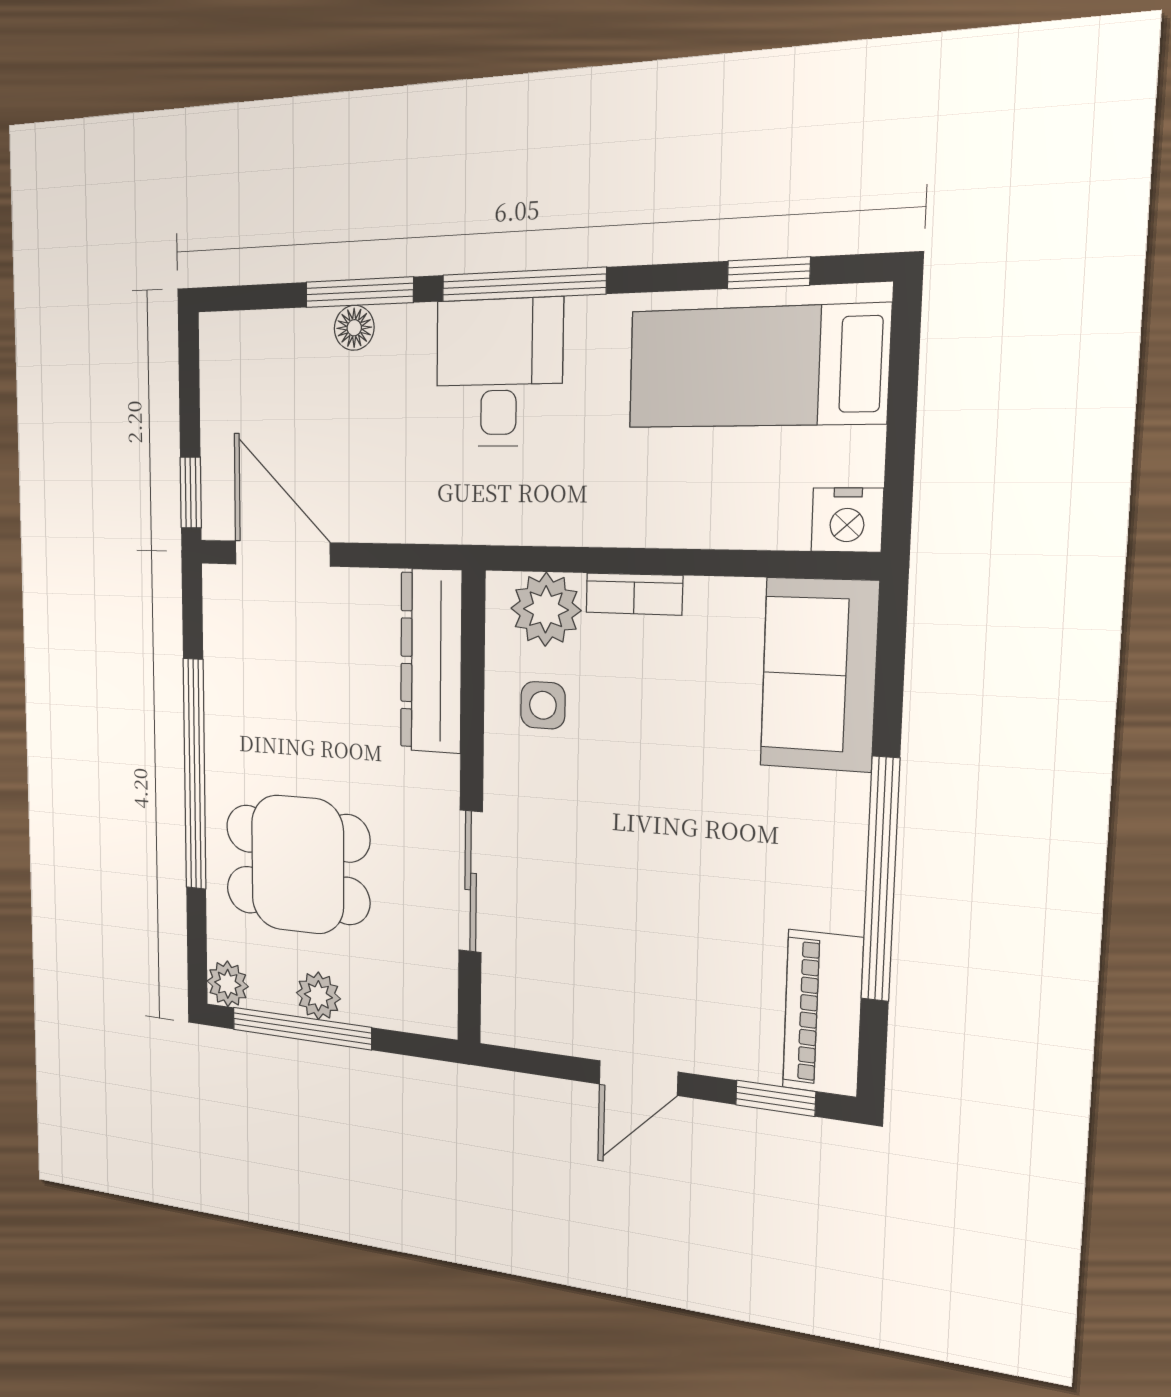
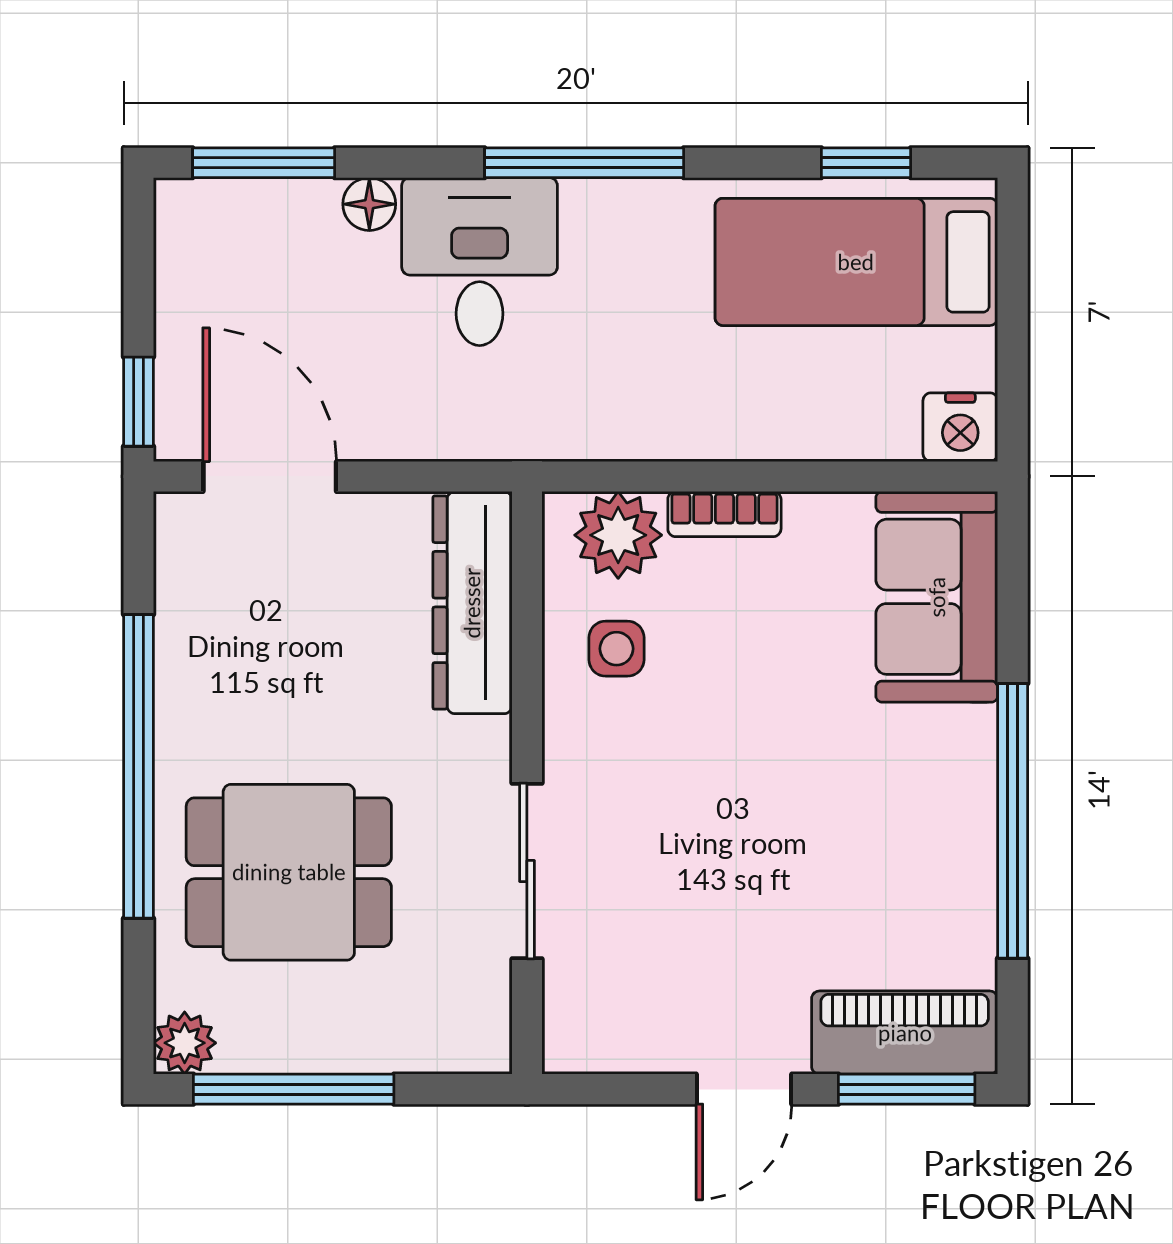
window: (359, 292) -> (264, 163), moved
desk: (499, 373) -> (480, 262), moved
plant: (318, 996) -> (318, 1042), removed
piano: (823, 1013) -> (905, 1033), moved, turned 90
window: (775, 1098) -> (907, 1089), width x1.50

